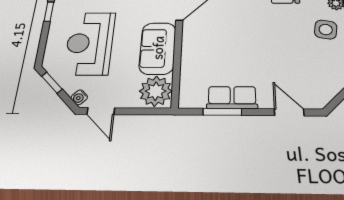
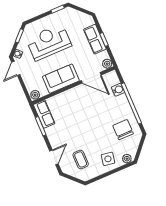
coffee table: (310, 71) -> (81, 159), added
plant: (156, 91) -> (35, 95), width x0.53, depth x0.53
row of seats: (232, 98) -> (44, 114), moved

